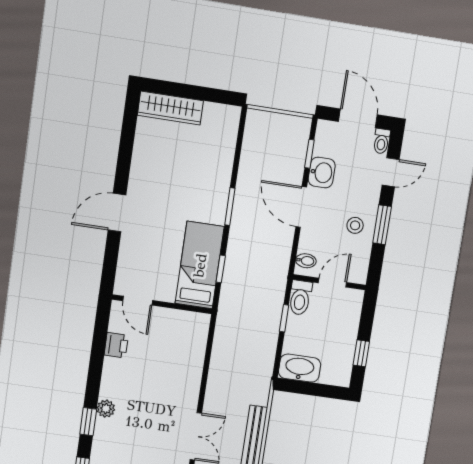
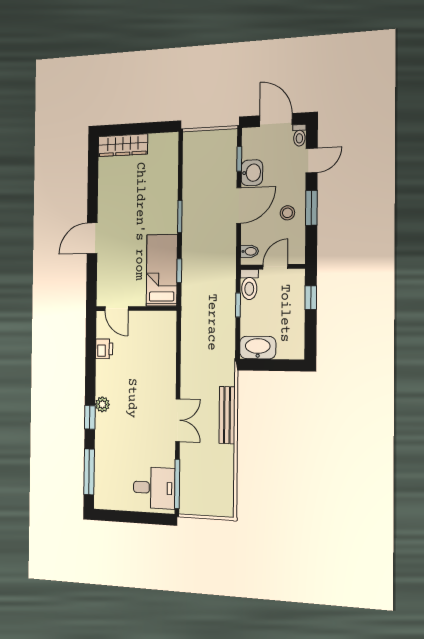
door: (301, 207) -> (239, 206), swing flipped
window: (361, 353) -> (311, 298), moved

